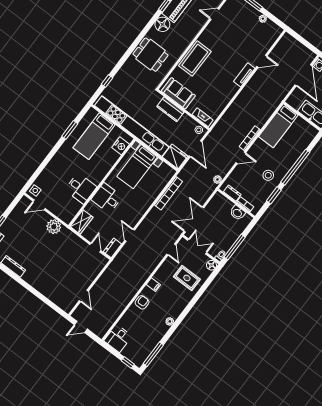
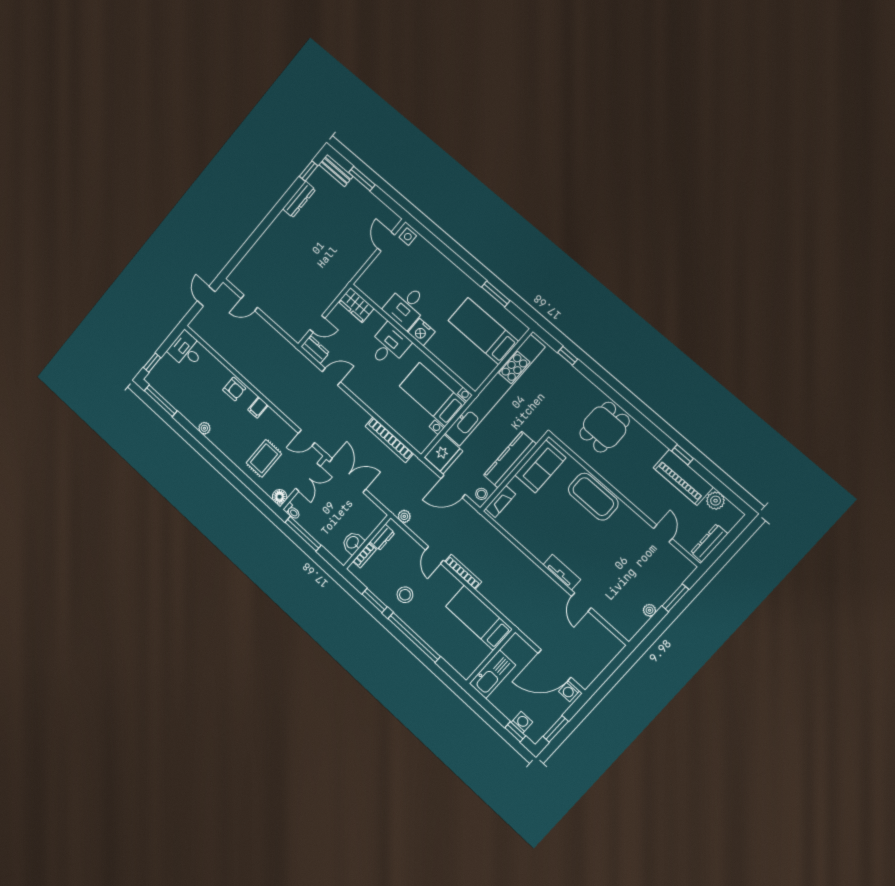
floor lamp: (162, 24) -> (652, 449), removed
kitchen counter: (170, 109) -> (510, 460), width x1.50
nightstand: (121, 146) -> (421, 332), moved
plant: (54, 227) -> (352, 263), removed

